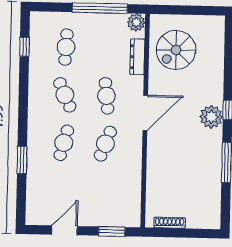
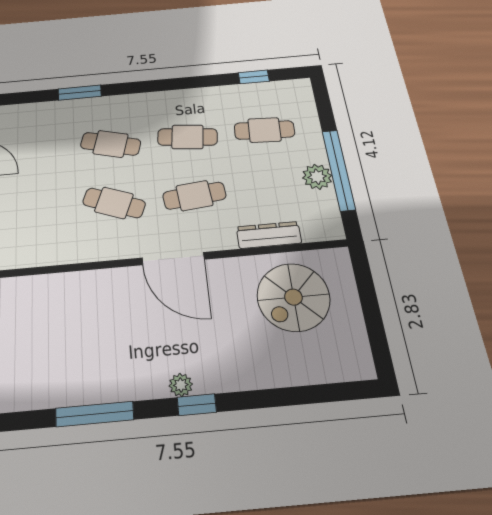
plant: (136, 22) -> (317, 177), moved
spiral stairs: (176, 50) -> (293, 297), turned -90
cafe table: (65, 95) -> (188, 137), turned 30
plant: (211, 117) -> (181, 385), width x0.53, depth x0.53

